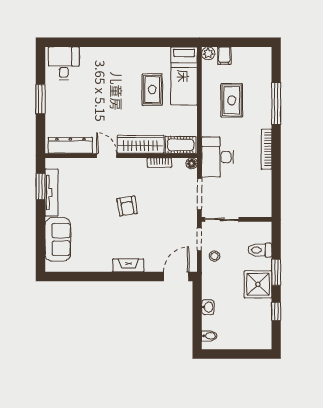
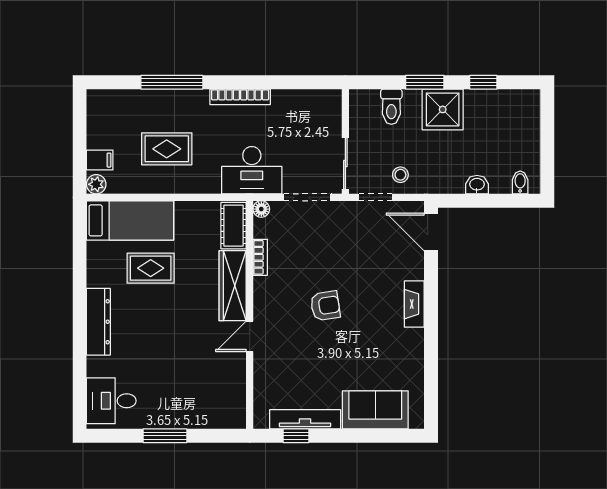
dresser: (70, 145) -> (98, 322), moved, turned 180
window: (41, 187) -> (296, 436), width x0.67

